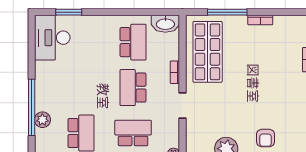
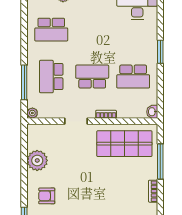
window: (69, 12) -> (160, 52), moved
washbasin: (165, 24) -> (152, 112), width x0.52, depth x0.69
school desk: (133, 133) -> (51, 77), turned 180

